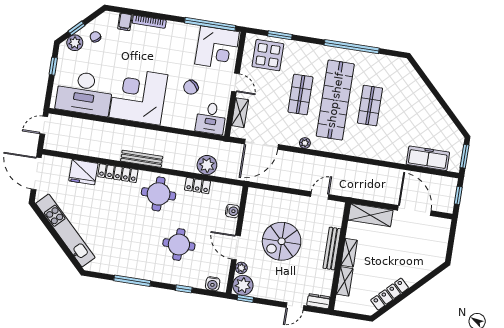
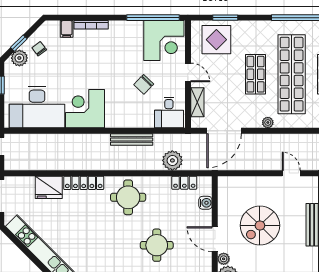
corner desk: (138, 96) -> (85, 109), width x0.74, depth x0.74
bench: (142, 159) -> (132, 139), moved
locker: (198, 186) -> (184, 183), moved
door: (320, 196) -> (291, 173), hinge flipped

